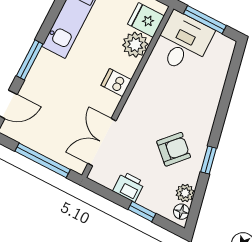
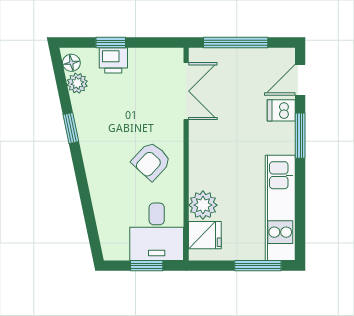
window: (205, 20) -> (147, 266), width x0.67
dishwasher: (116, 83) -> (281, 110), moved, turned 180
armchair: (174, 149) -> (151, 161), moved
printer: (129, 187) -> (113, 60), moved

